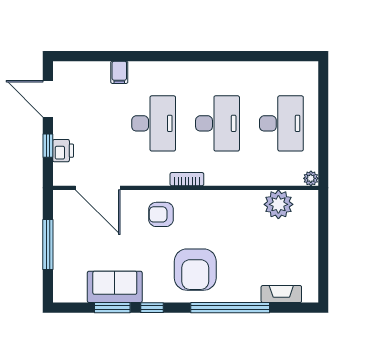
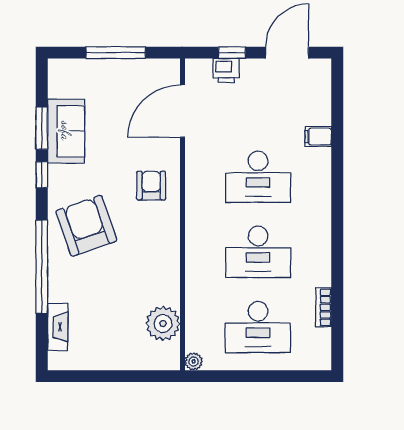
bookcase: (187, 179) -> (324, 307), moved, turned 180
armchair: (195, 270) -> (86, 226), turned 71

